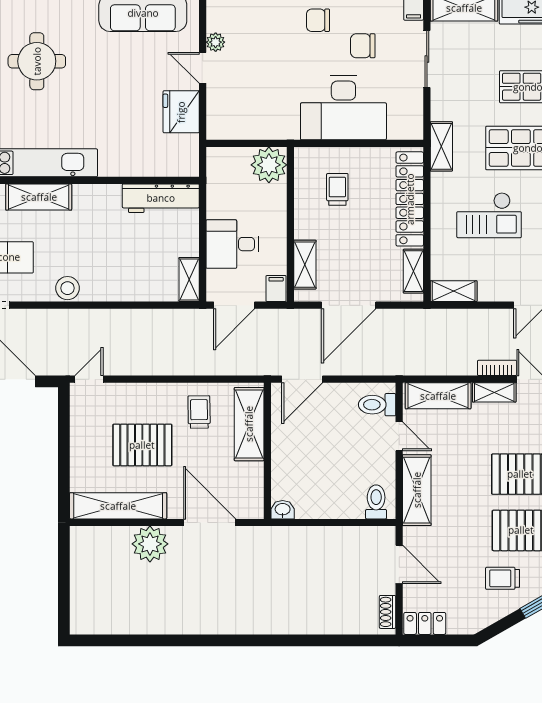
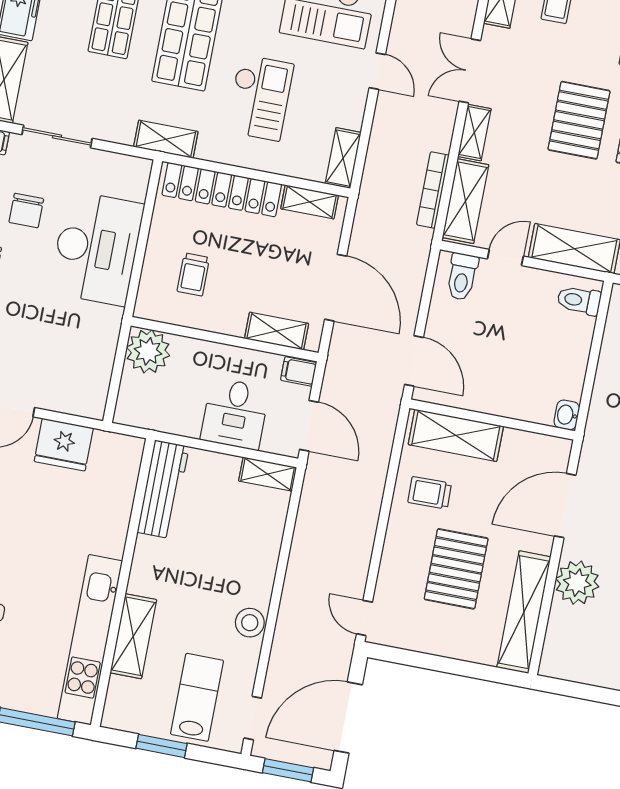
trolley: (337, 189) -> (193, 275), turned -90
bookcase: (497, 368) -> (433, 190), moved, width x1.56

